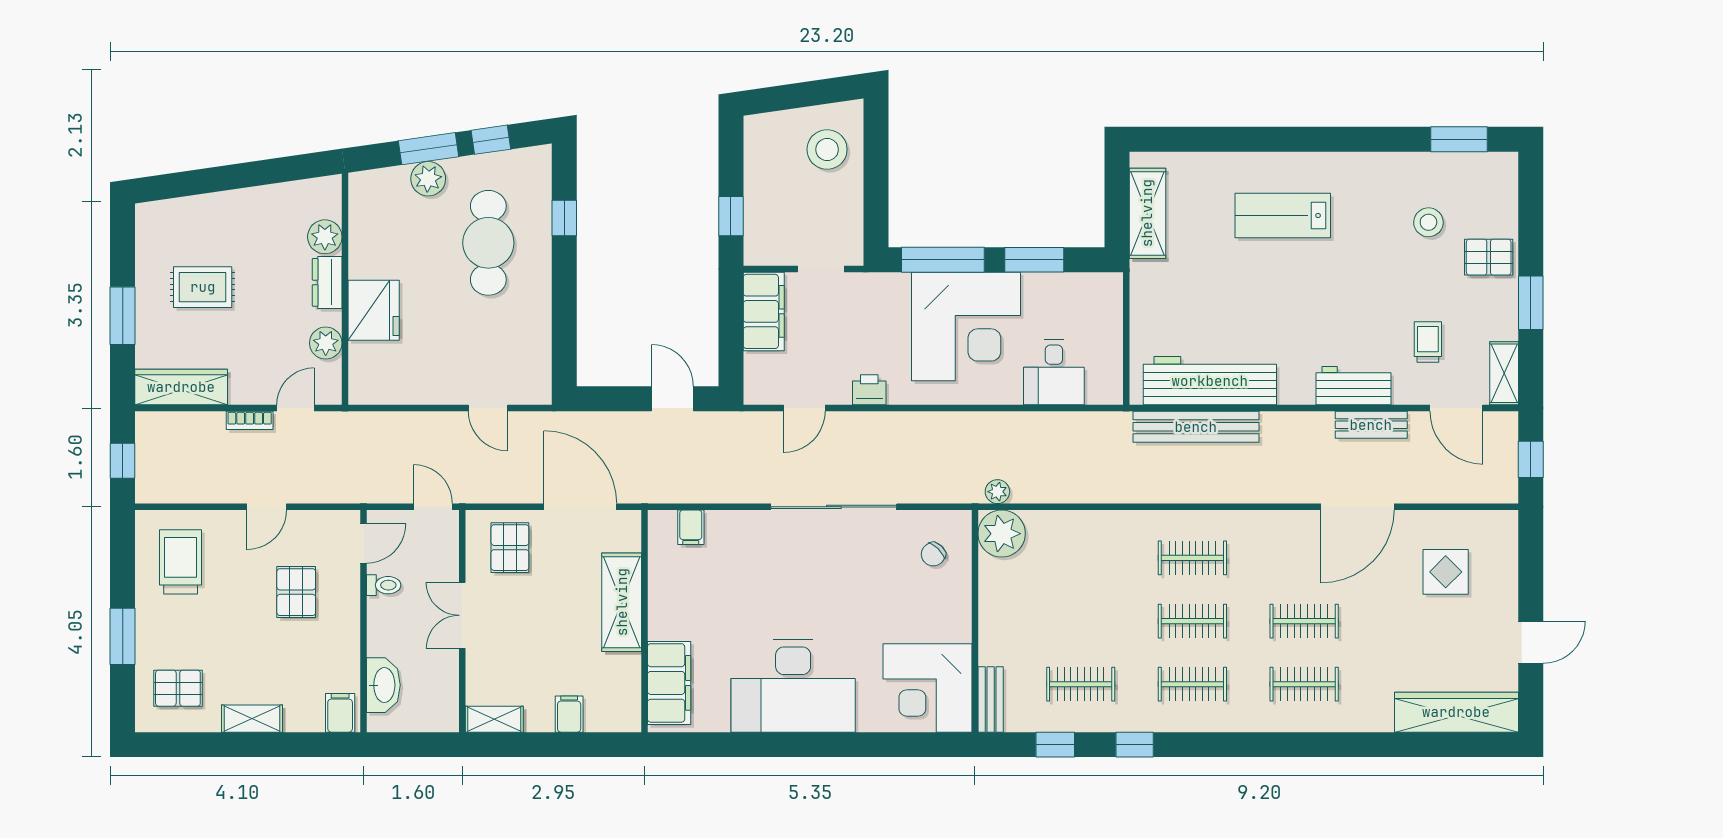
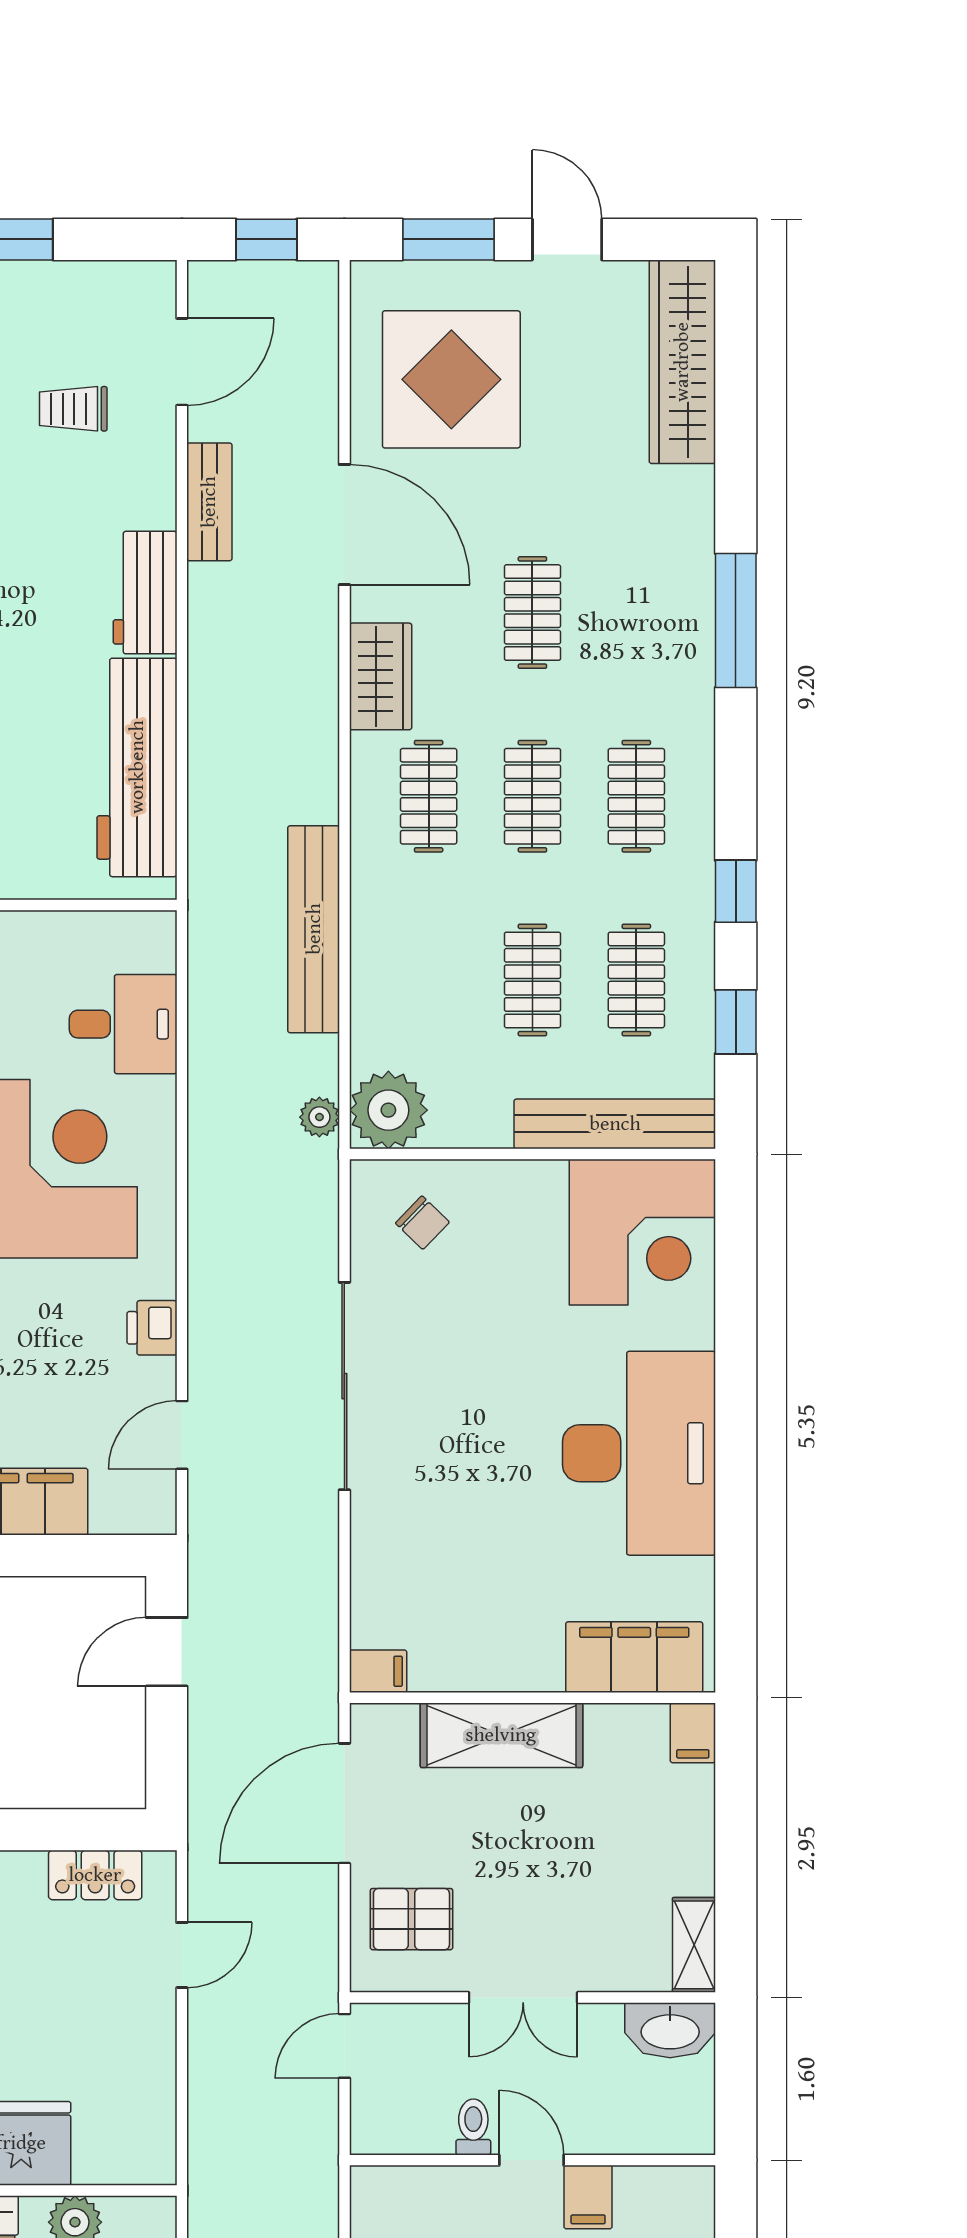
locker: (537, 355) -> (95, 1875), added
shelving: (1504, 373) -> (125, 283), removed
workbench: (1354, 386) -> (145, 593), moved
door: (804, 408) -> (182, 1435), swing flipped
bench: (1196, 427) -> (314, 929), moved
filing cabinet: (691, 527) -> (378, 1671), moved
wardrobe: (1265, 529) -> (381, 676), added
door: (363, 543) -> (531, 2160), moved
window: (1531, 570) -> (448, 239), added
display table: (1446, 572) -> (451, 379), width x1.86, depth x1.86
clothes rail: (1304, 684) -> (532, 980), moved
washbasin: (383, 685) -> (670, 2030), moved, turned 180
bench: (991, 699) -> (615, 1124), width x1.86, depth x1.21
filing cabinet: (340, 713) -> (588, 2197), moved, turned -90
filing cabinet: (569, 714) -> (693, 1733), moved, turned -90
window: (1299, 745) -> (736, 621), added

